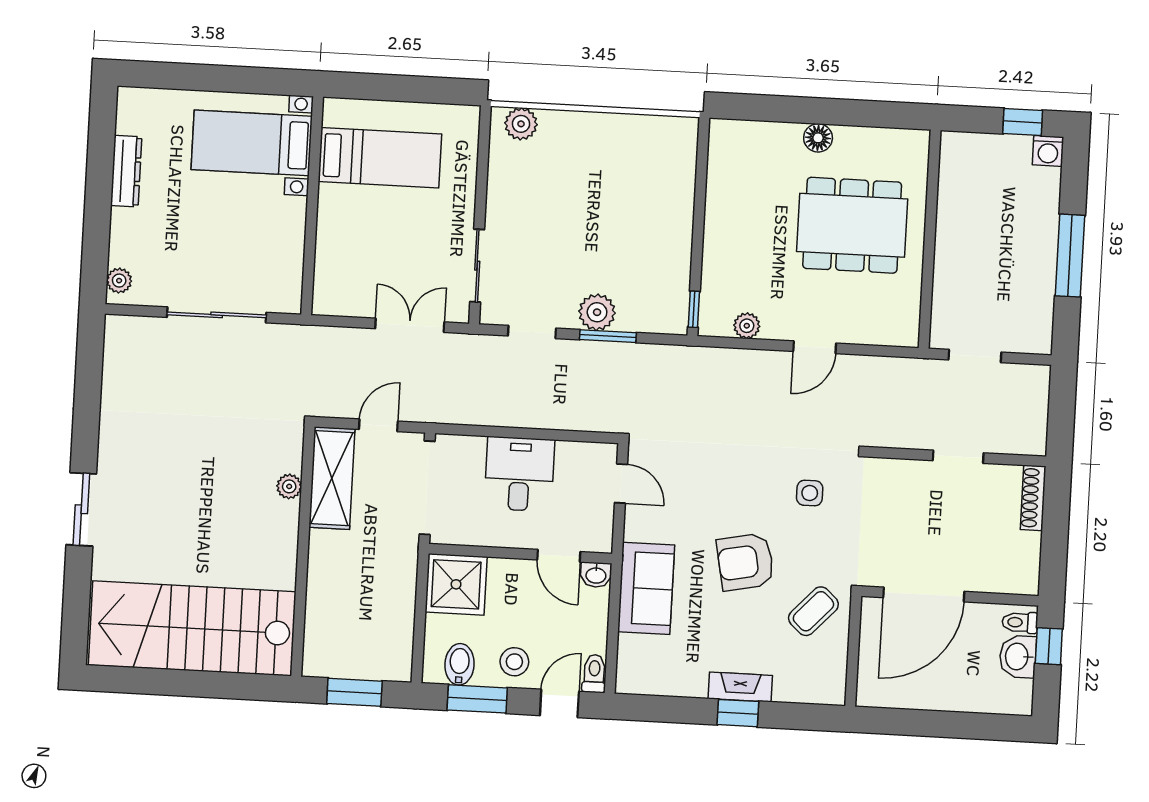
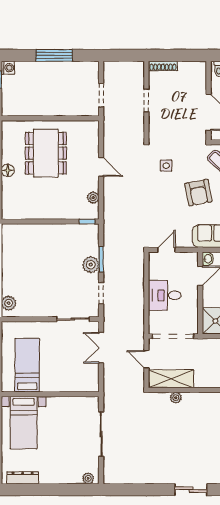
dresser: (126, 171) -> (23, 478), moved

